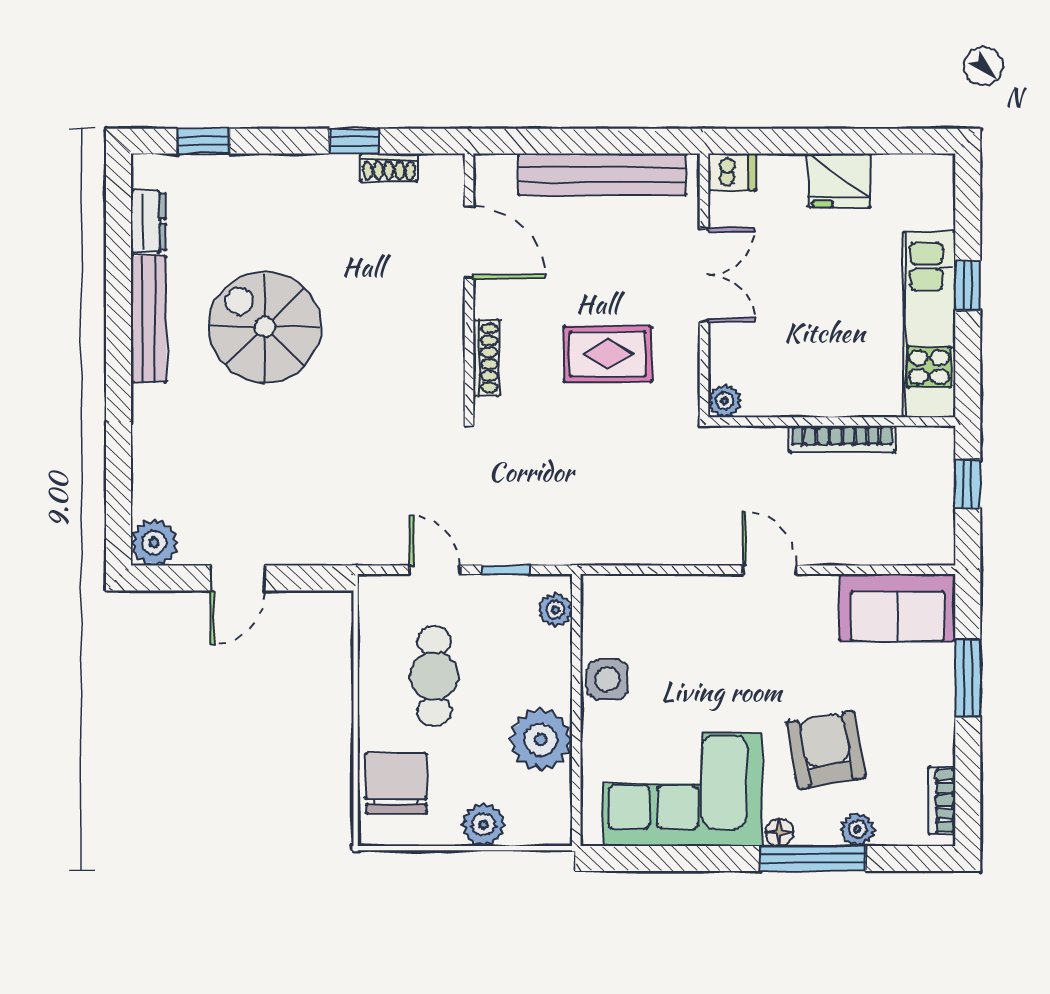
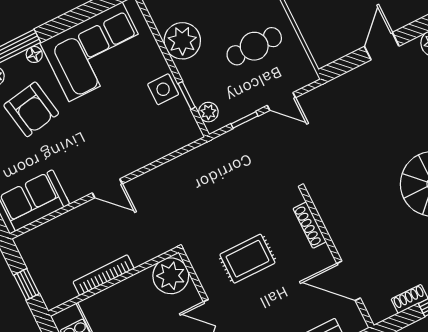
plant: (725, 401) -> (171, 276), width x1.87, depth x1.87
window: (576, 652) -> (187, 95), added
cafe table: (434, 676) -> (254, 46), turned 90

